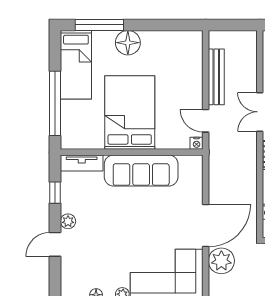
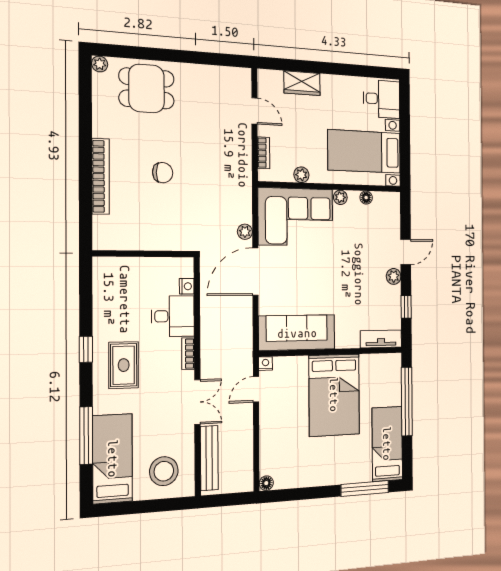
floor lamp: (128, 43) -> (266, 483), moved, width x0.53, depth x0.53
bench: (216, 77) -> (209, 458), moved
door: (206, 121) -> (256, 389), swing flipped
sofa: (141, 170) -> (297, 333), moved
plant: (221, 261) -> (245, 232), width x0.53, depth x0.53

